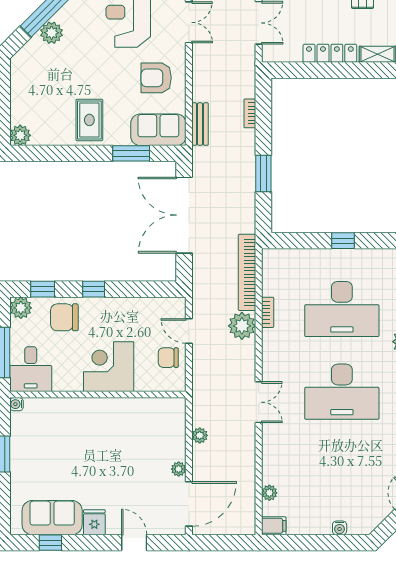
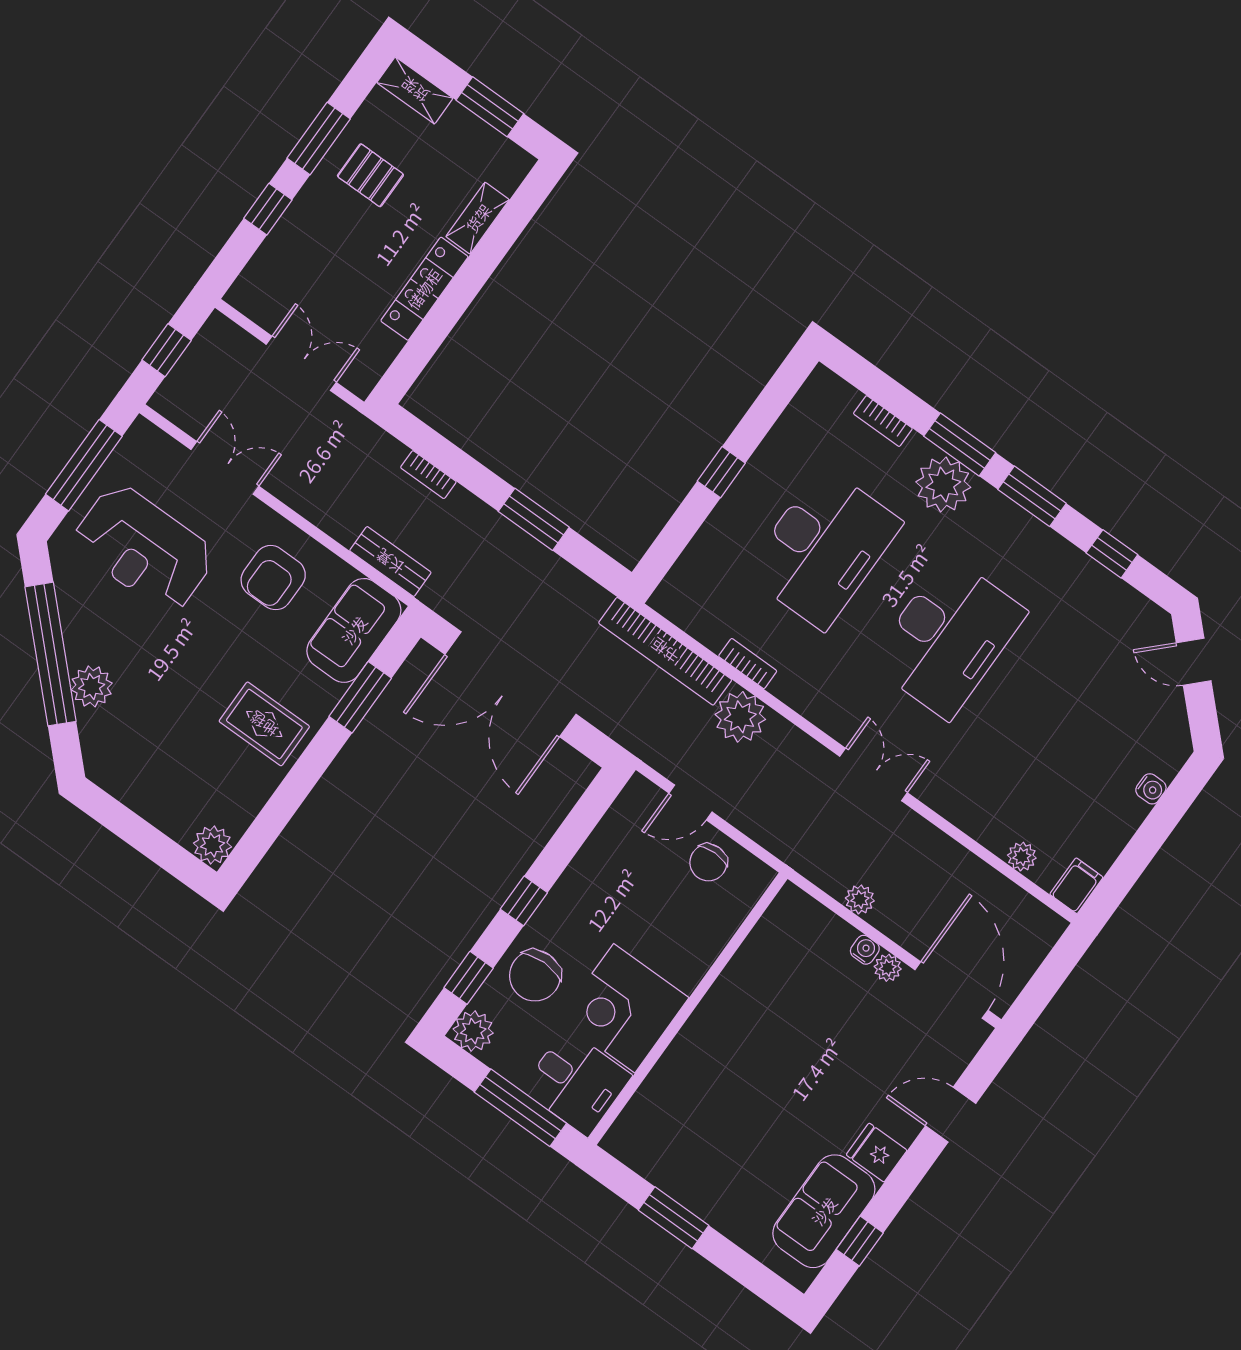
corner desk: (109, 367) -> (624, 1008), moved
water cooler: (16, 404) -> (865, 950), moved, turned 180

